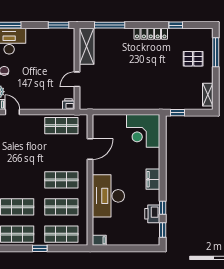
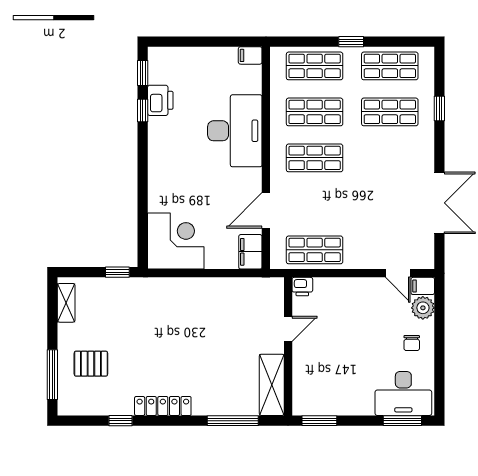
filing cabinet: (153, 179) -> (250, 252), moved, turned 180

